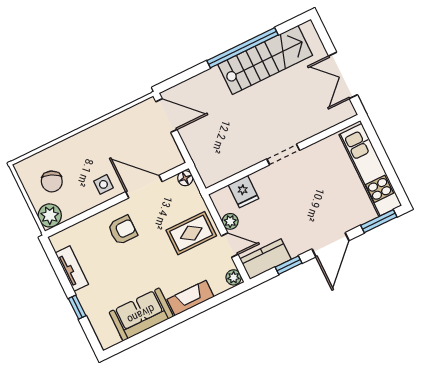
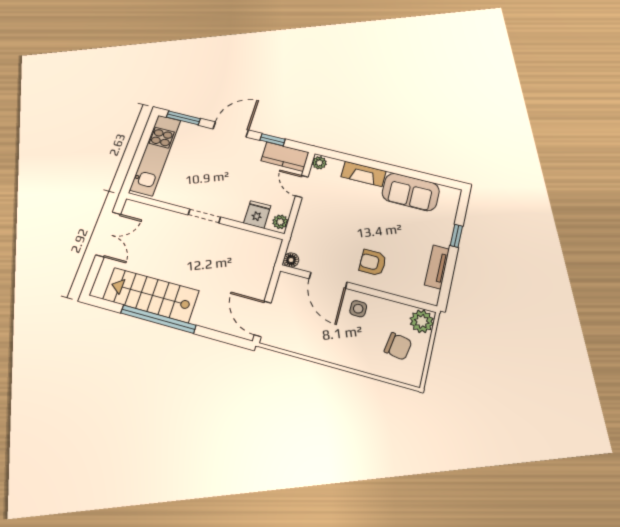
chair: (52, 181) -> (398, 346), turned 76
plant: (230, 221) -> (280, 222), moved
rug: (191, 233) -> (322, 218), removed

